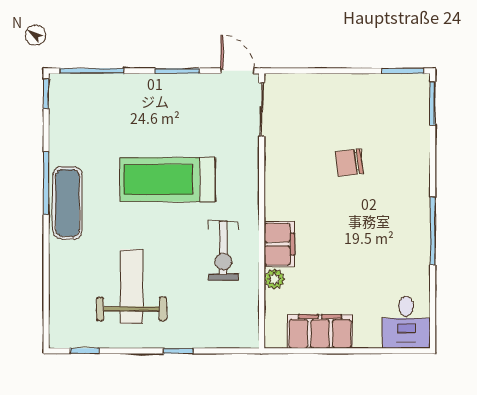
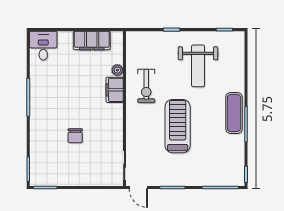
chair: (349, 162) -> (75, 136), turned 97
treadmill: (168, 180) -> (178, 126), turned -90
exercise bike: (223, 251) -> (146, 86), turned 180

